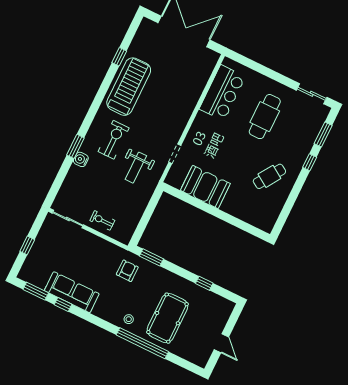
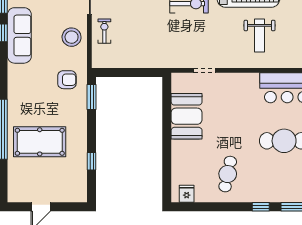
weight bench: (136, 168) -> (260, 36), moved, turned -90
cafe table: (269, 176) -> (228, 174), turned 69
fridge: (269, 218) -> (187, 194), added
stool: (129, 319) -> (72, 37), moved, width x1.89, depth x1.89

